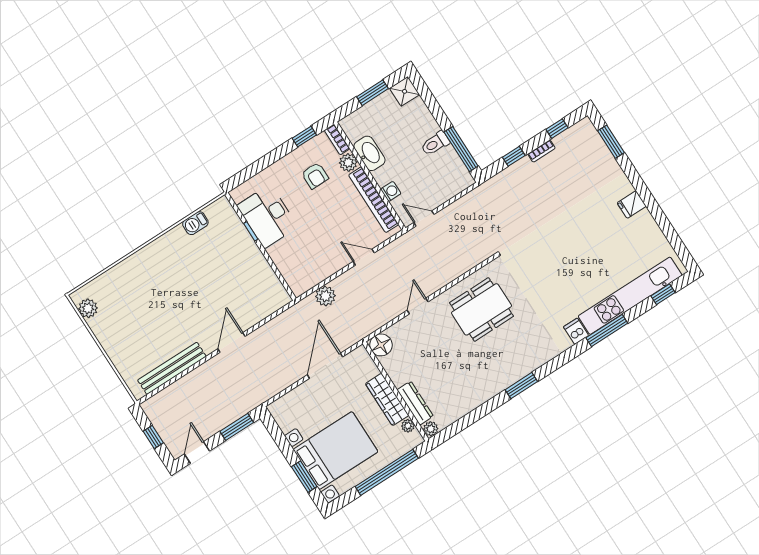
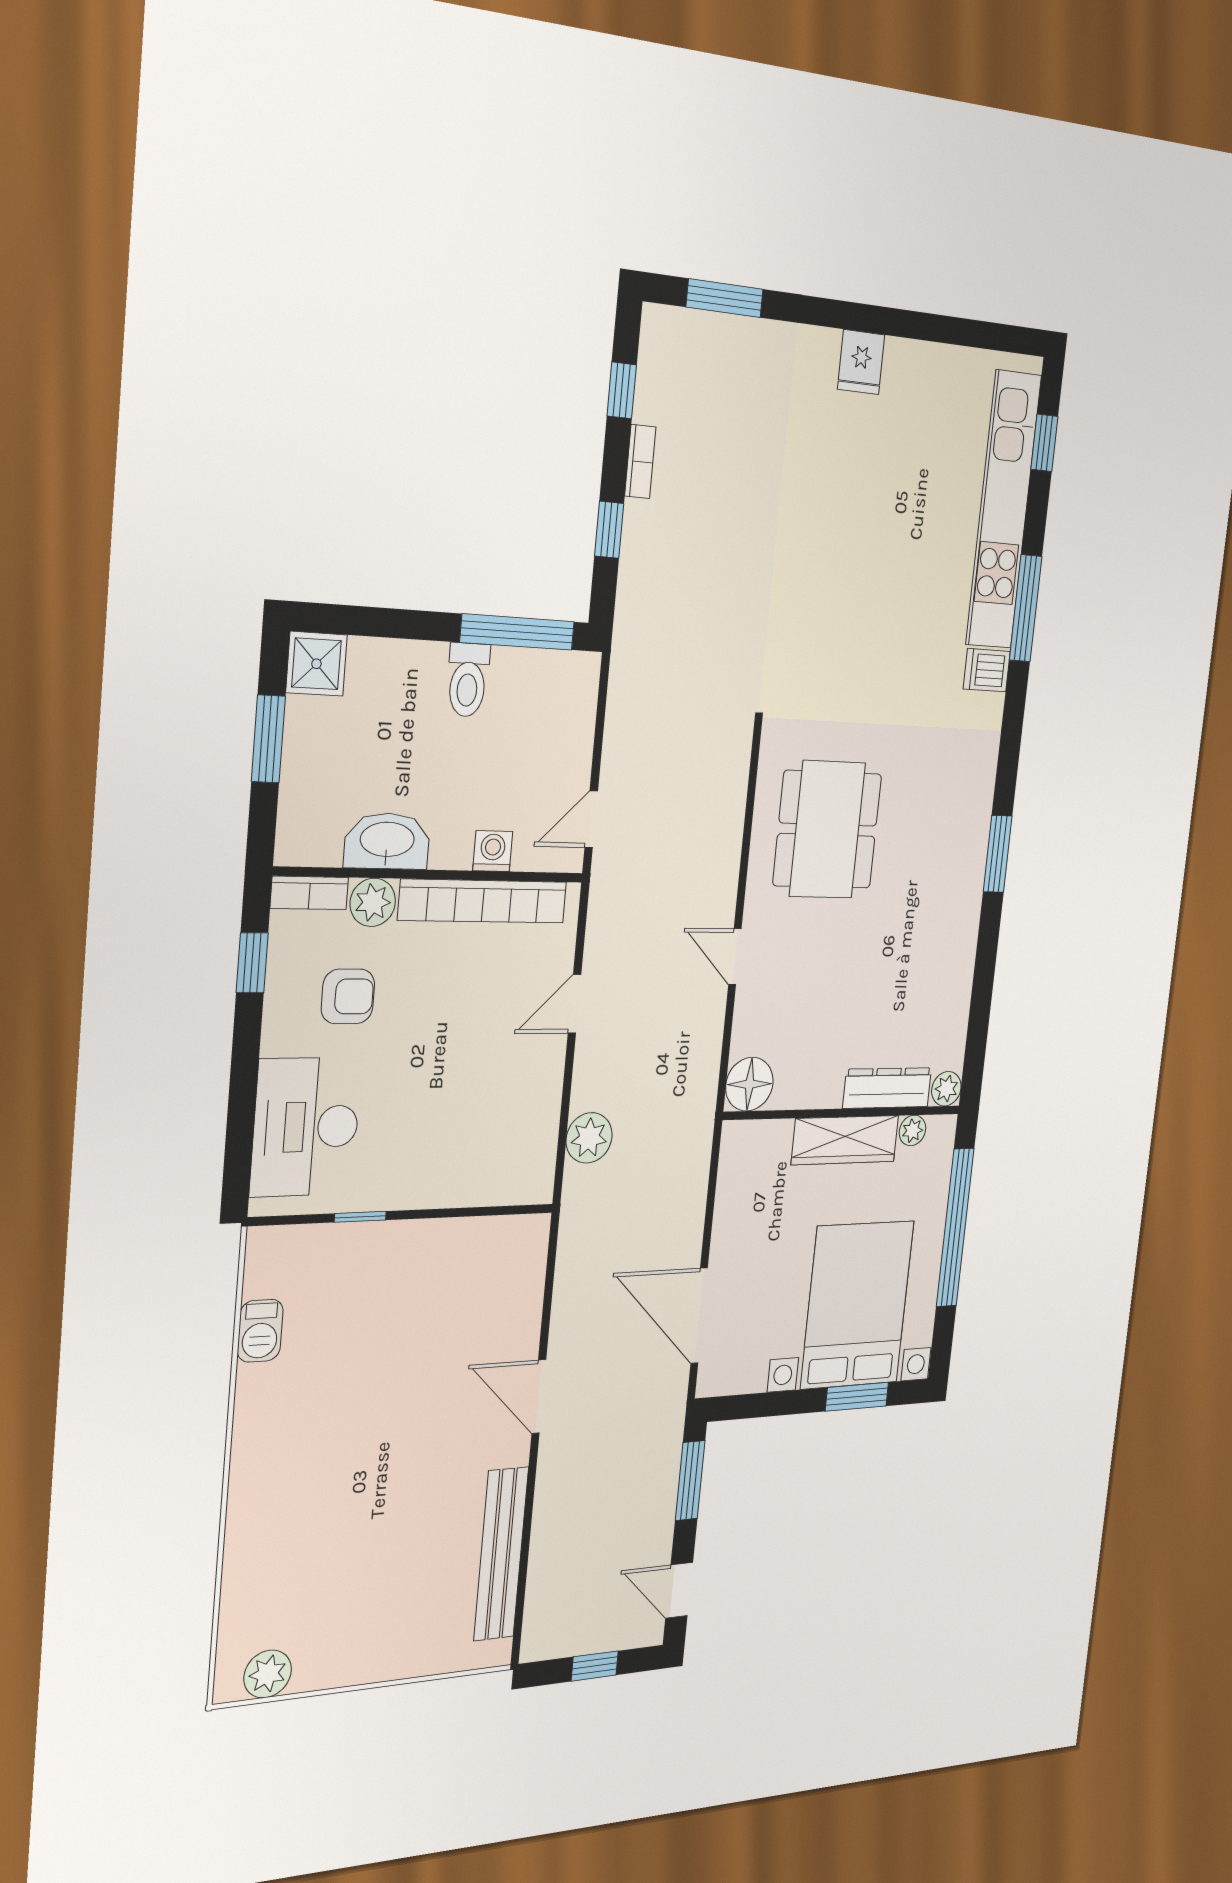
desk: (267, 216) -> (306, 1127), moved, turned 90
door: (325, 366) -> (699, 1316), moved

